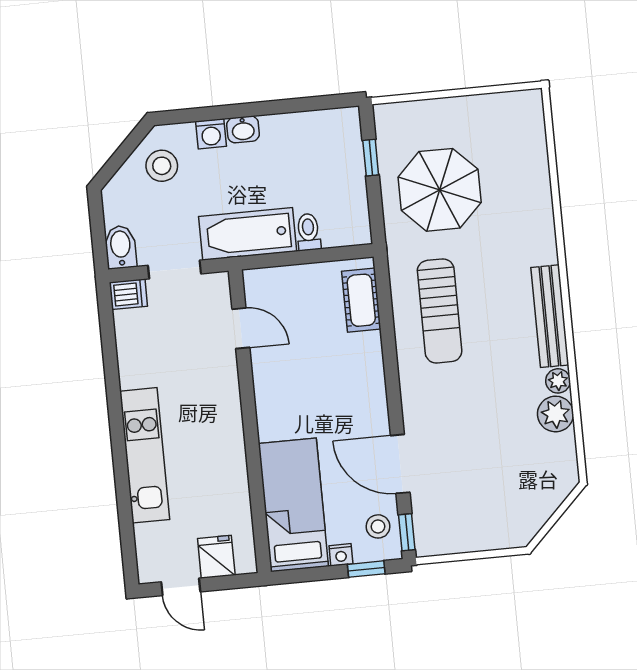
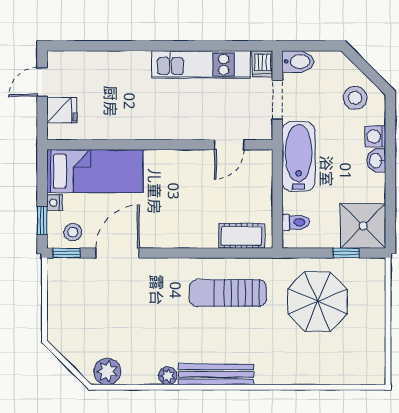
shower: (332, 138) -> (363, 226), added
toilet: (308, 232) -> (296, 222), moved
plant: (555, 414) -> (107, 371), moved
kitchen unit: (145, 455) -> (201, 65), moved

